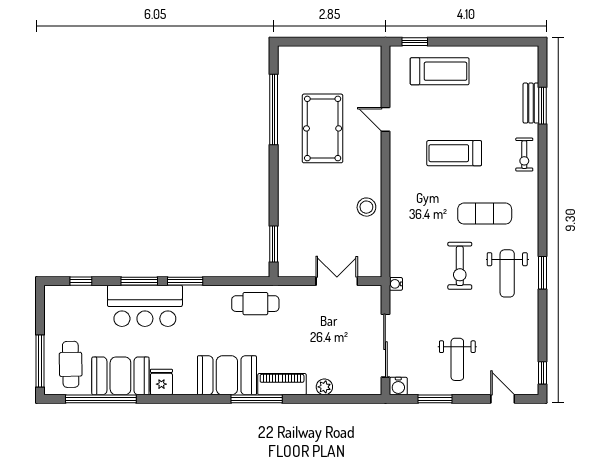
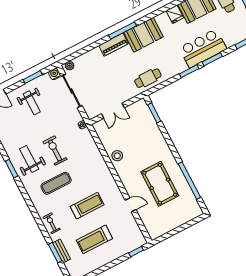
treadmill: (440, 71) -> (94, 239), moved
weight bench: (457, 359) -> (32, 103), turned 180
plant: (324, 387) -> (70, 66), moved

